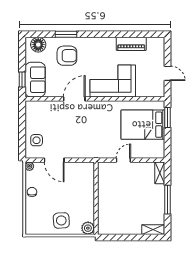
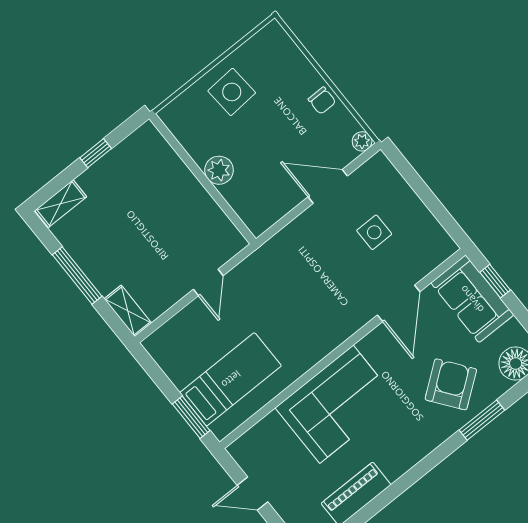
armchair: (67, 56) -> (451, 384), turned 143
door: (74, 99) -> (399, 303), moved
bed: (143, 125) -> (231, 379), width x0.67
side table: (37, 140) -> (374, 232), moved
plant: (88, 228) -> (219, 170), moved
window: (126, 237) -> (96, 153), added

